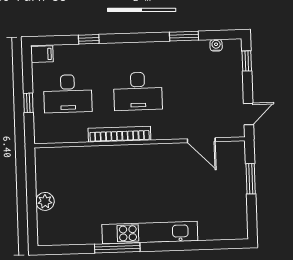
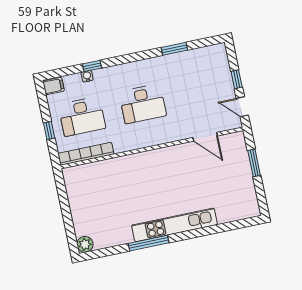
water cooler: (216, 45) -> (87, 76), moved
window: (247, 61) -> (237, 79), moved
door: (248, 114) -> (242, 107), swing flipped
bookcase: (119, 134) -> (86, 154), moved
plant: (45, 201) -> (85, 244), moved

